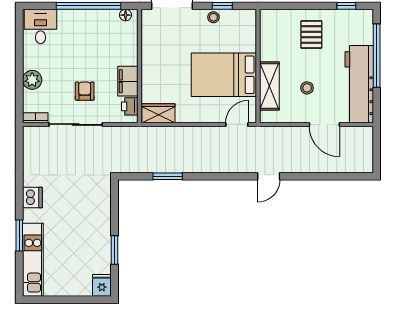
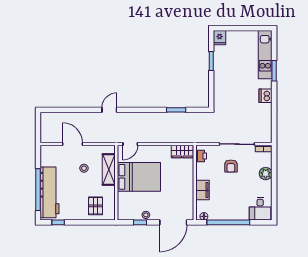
pallet: (311, 35) -> (96, 206), moved
filing cabinet: (128, 81) -> (202, 190), moved
workbench: (359, 84) -> (49, 192), moved

